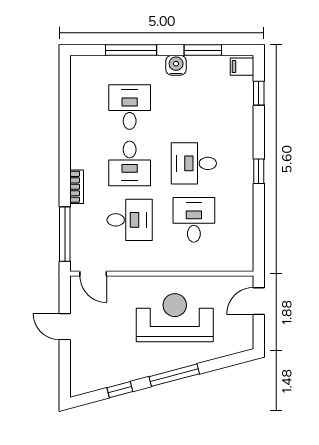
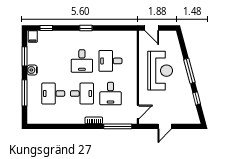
desk: (130, 220) -> (111, 94), turned 180
reception desk: (175, 318) -> (160, 71), turned 180

